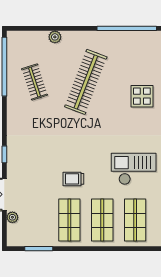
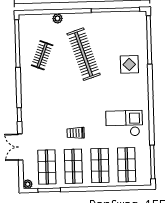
clothes rail: (35, 82) -> (42, 55), turned 39
clothes rail: (86, 82) -> (84, 54), turned -39
plant: (12, 217) -> (28, 184), moved
shop shelf: (37, 220) -> (47, 167), added

